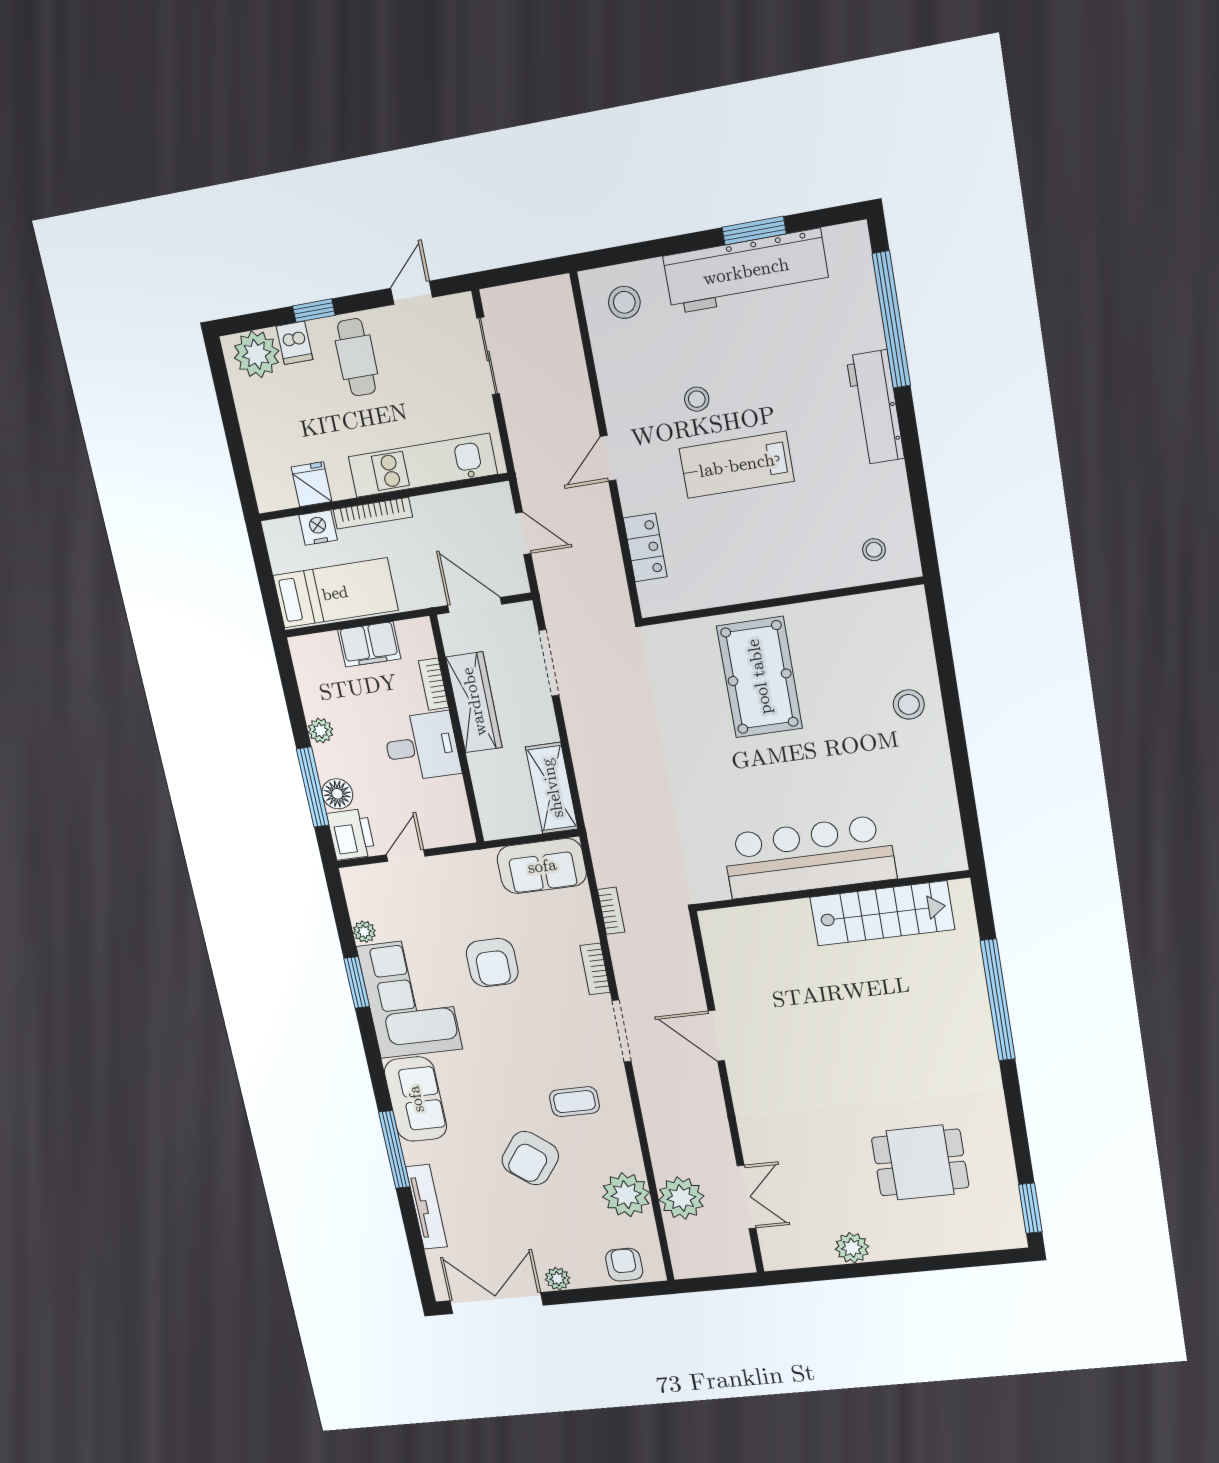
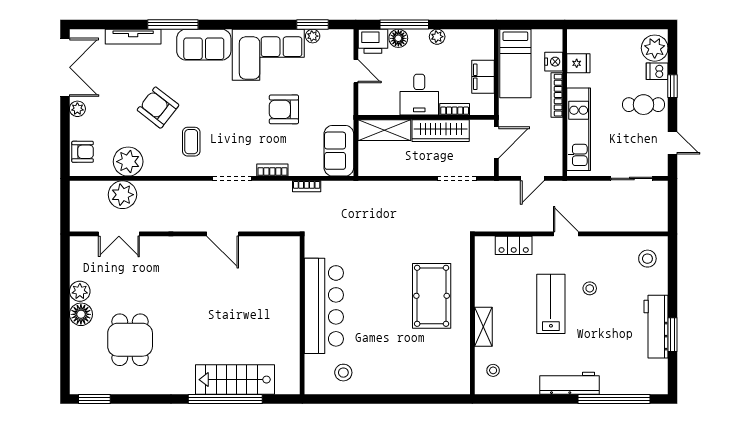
workbench: (746, 271) -> (656, 327), width x0.73, depth x0.76
shelving: (798, 579) -> (483, 327), added
pool table: (759, 677) -> (432, 296), turned 90
stool: (909, 704) -> (343, 373), moved
shelving: (552, 788) -> (384, 130), moved
stairs: (882, 913) -> (235, 380), moved, turned 90
window: (357, 982) -> (313, 24), moved
door: (716, 1036) -> (223, 234), swing flipped
floor lamp: (890, 1242) -> (81, 314), added

